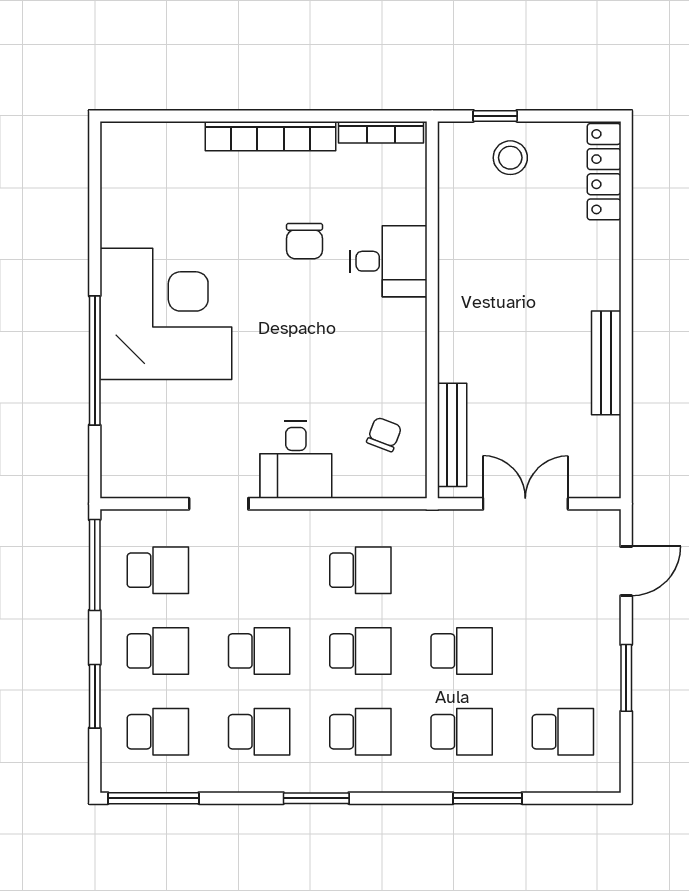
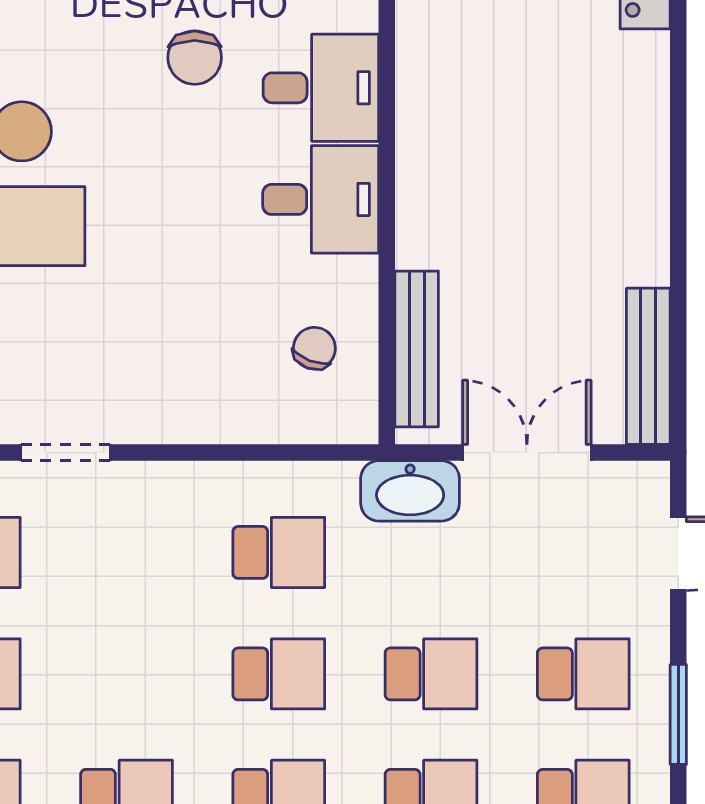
bench: (606, 363) -> (648, 366), moved
desk: (296, 460) -> (321, 199), moved, turned -90
washbasin: (448, 529) -> (410, 491), added
school desk: (259, 651) -> (583, 674), moved

